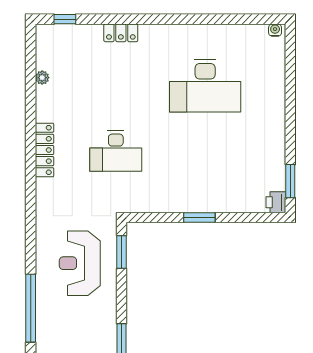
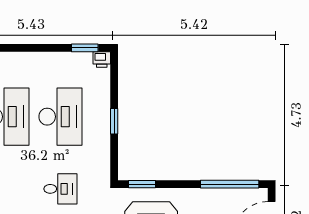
desk: (116, 151) -> (60, 189), width x0.73
desk: (205, 151) -> (60, 117), added

